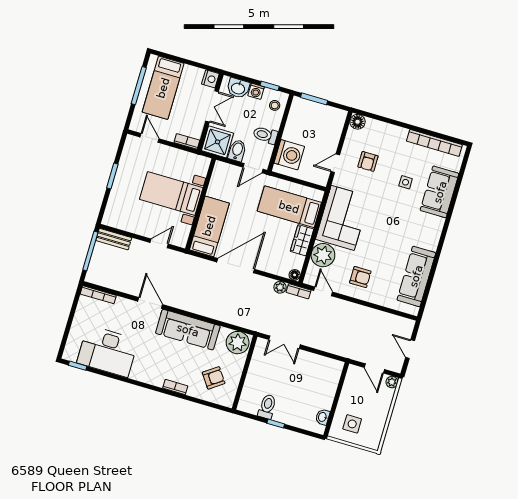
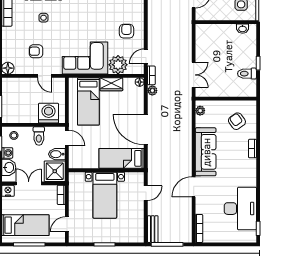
armchair: (368, 161) -> (36, 51), turned 180
door: (159, 243) -> (146, 193), swing flipped
plant: (238, 343) -> (200, 111), width x0.53, depth x0.53

